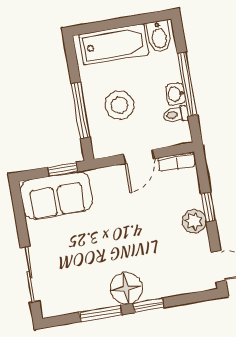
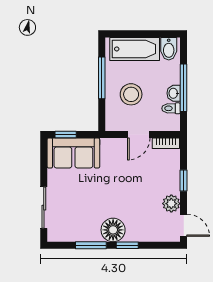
window: (81, 110) -> (102, 78), moved
window: (63, 169) -> (66, 134), moved
plant: (194, 221) -> (171, 204), moved

